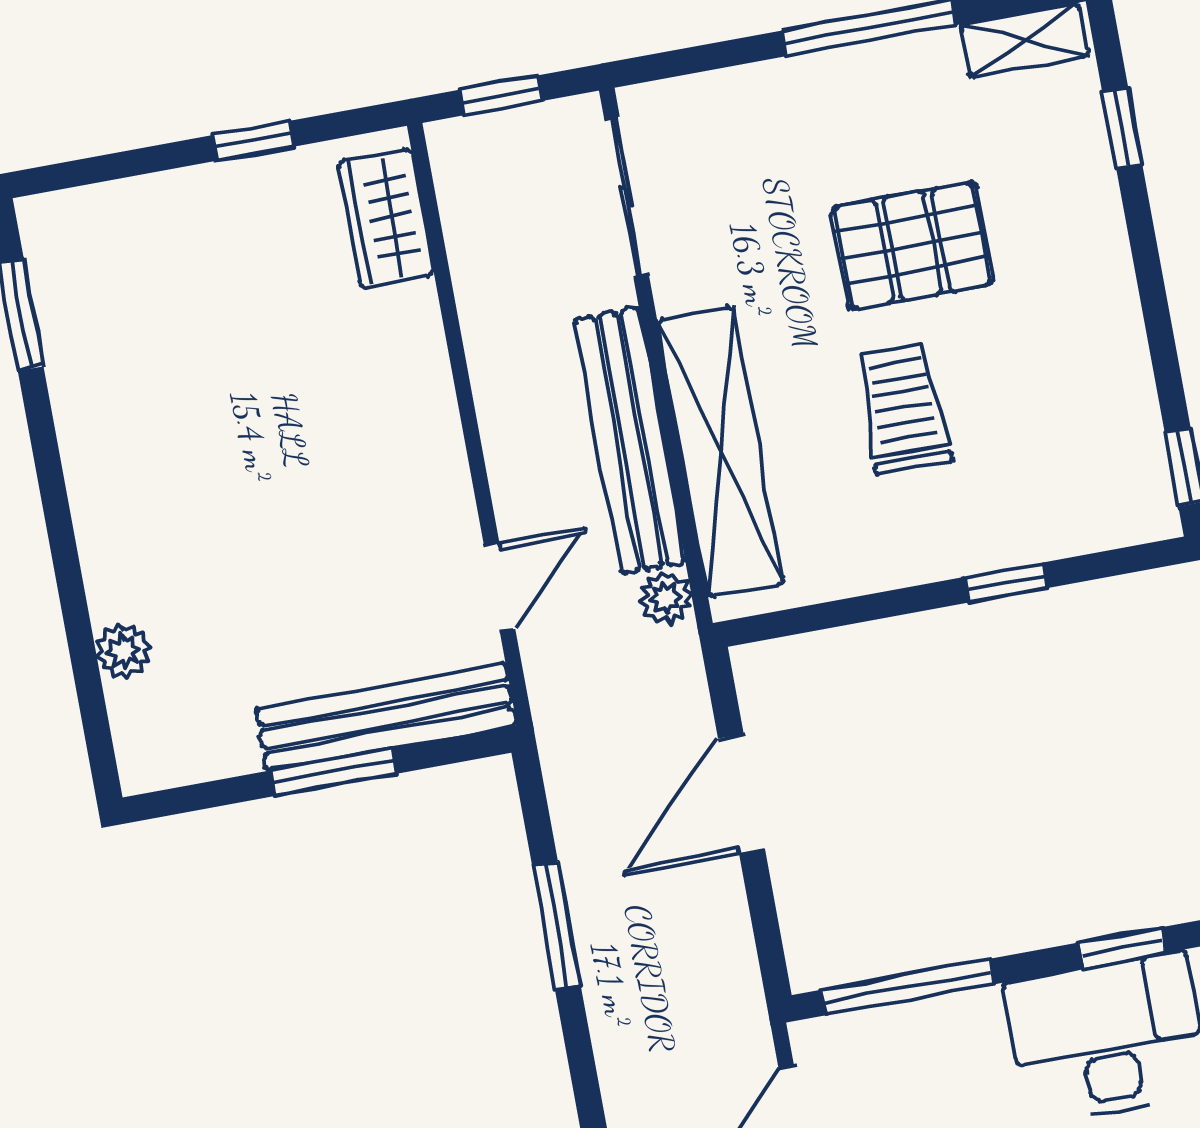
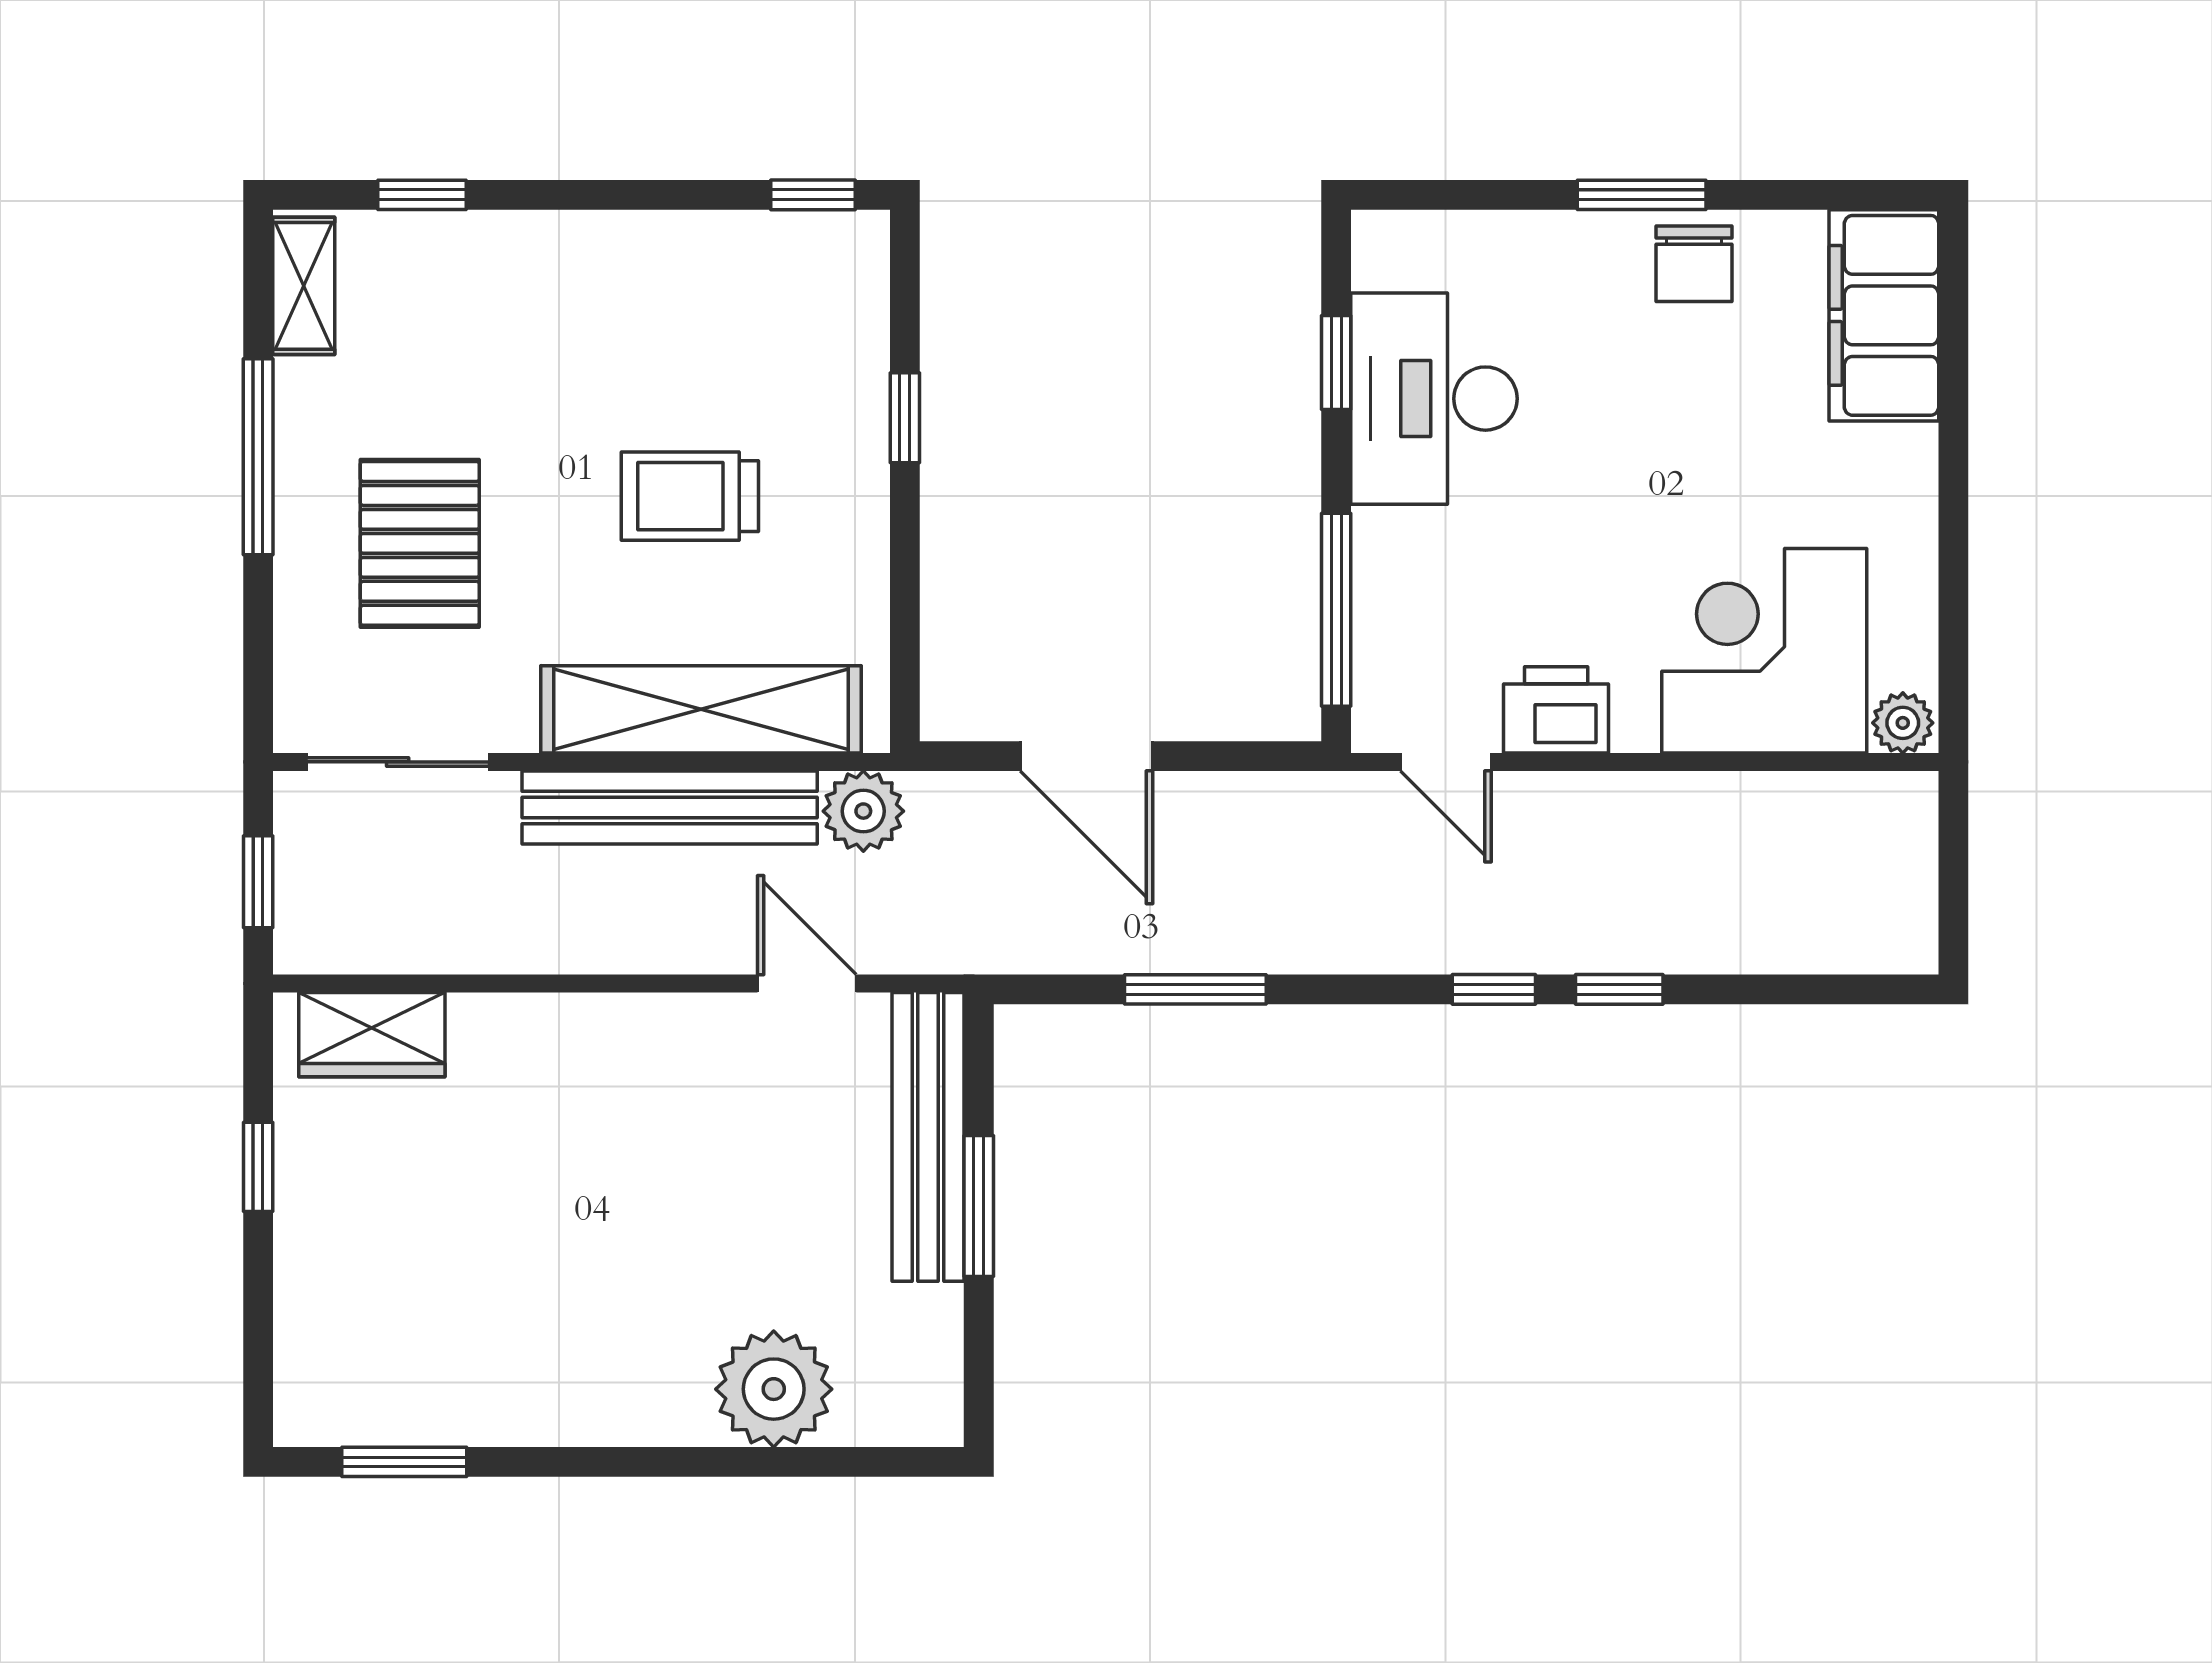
pallet: (912, 245) -> (420, 543), moved
plant: (666, 598) -> (863, 811), width x1.38, depth x1.38
plant: (123, 651) -> (774, 1389), width x1.88, depth x1.88

